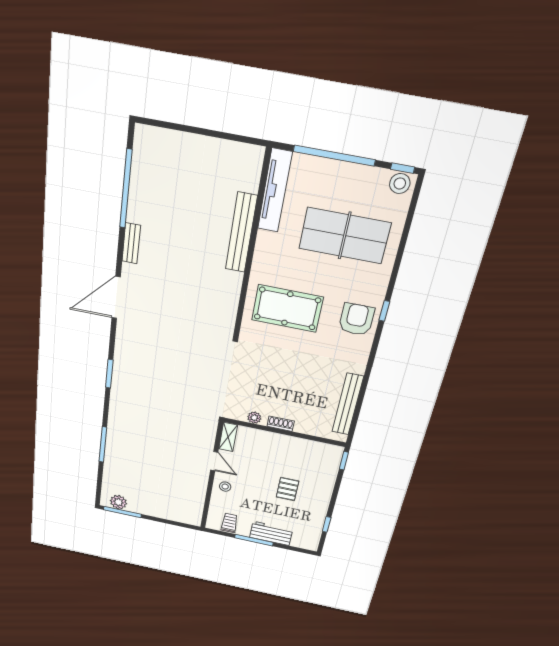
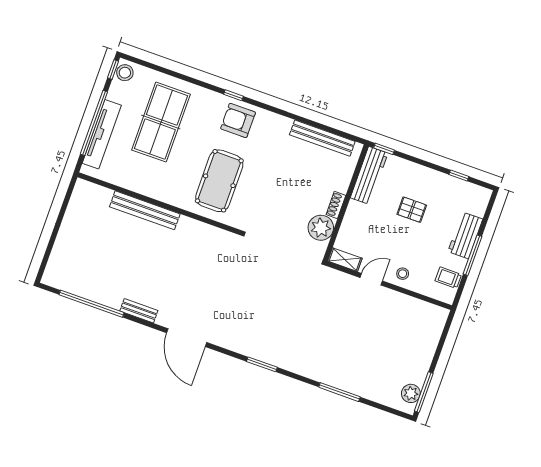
tv unit: (275, 191) -> (102, 134), moved, turned 90
plant: (254, 418) -> (321, 228), width x1.87, depth x1.87
workbench: (315, 450) -> (369, 175), added

